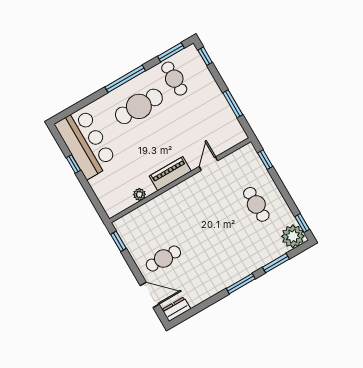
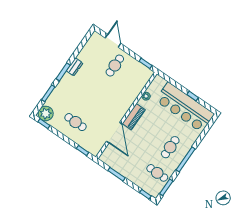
cafe table: (139, 106) -> (170, 147), width x0.73, depth x0.74
bar counter: (86, 143) -> (185, 107), width x1.36
door: (208, 164) -> (114, 133), width x1.87
door: (150, 295) -> (113, 41), swing flipped
dresser: (176, 309) -> (75, 67), moved

